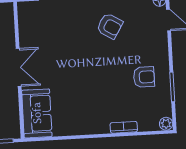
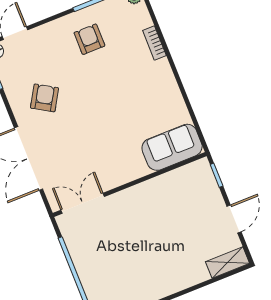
double door: (19, 67) -> (83, 203), moved

